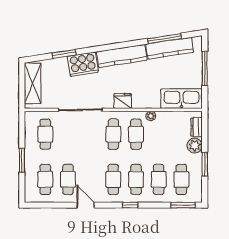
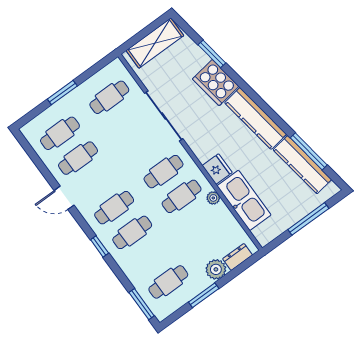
kitchen sink: (181, 99) -> (244, 200), moved
fridge: (123, 101) -> (217, 169), moved
cafe table: (159, 179) -> (150, 257), removed
door: (86, 205) -> (64, 198), swing flipped

